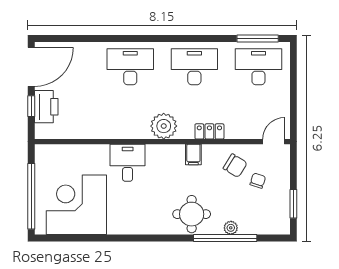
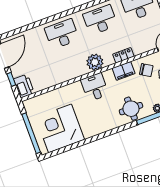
printer: (46, 107) -> (24, 86), moved
filing cabinet: (193, 154) -> (124, 71), width x2.00
desk: (128, 163) -> (95, 87), moved

